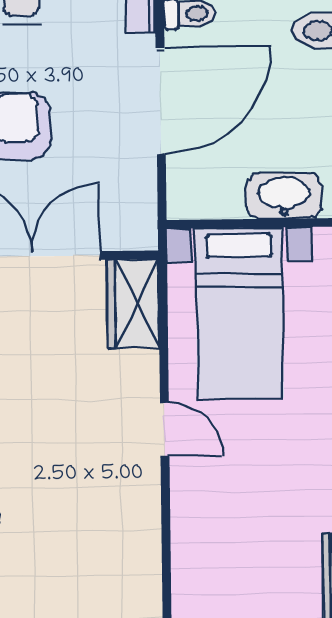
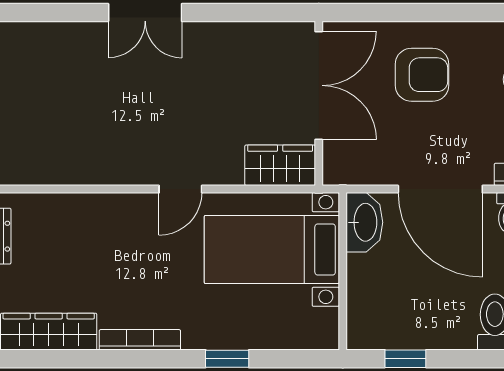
washbasin: (284, 196) -> (364, 222), moved

